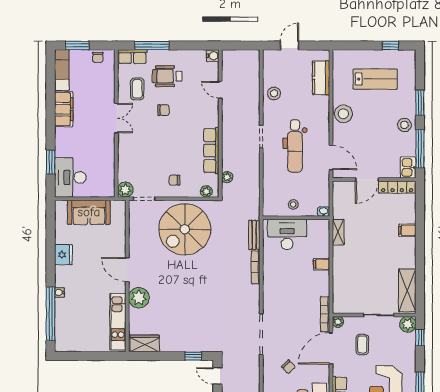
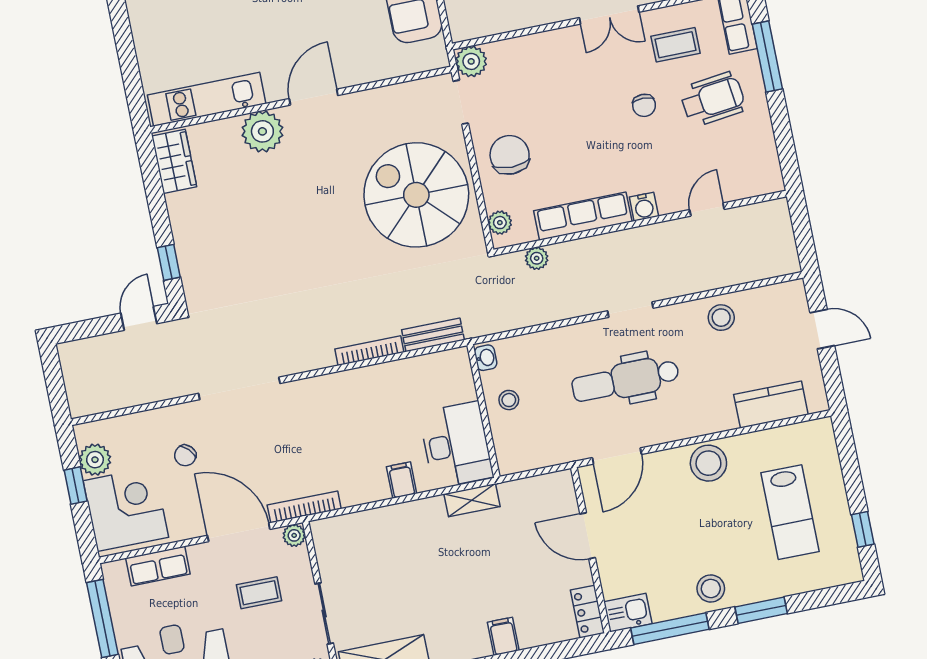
water cooler: (213, 56) -> (644, 207), moved
wheelchair: (167, 76) -> (713, 99), turned 83
chair: (174, 180) -> (510, 155), width x1.87, depth x1.87
locker: (397, 187) -> (587, 612), width x0.66
washbasin: (324, 212) -> (486, 358), moved
desk: (287, 234) -> (456, 445), moved

